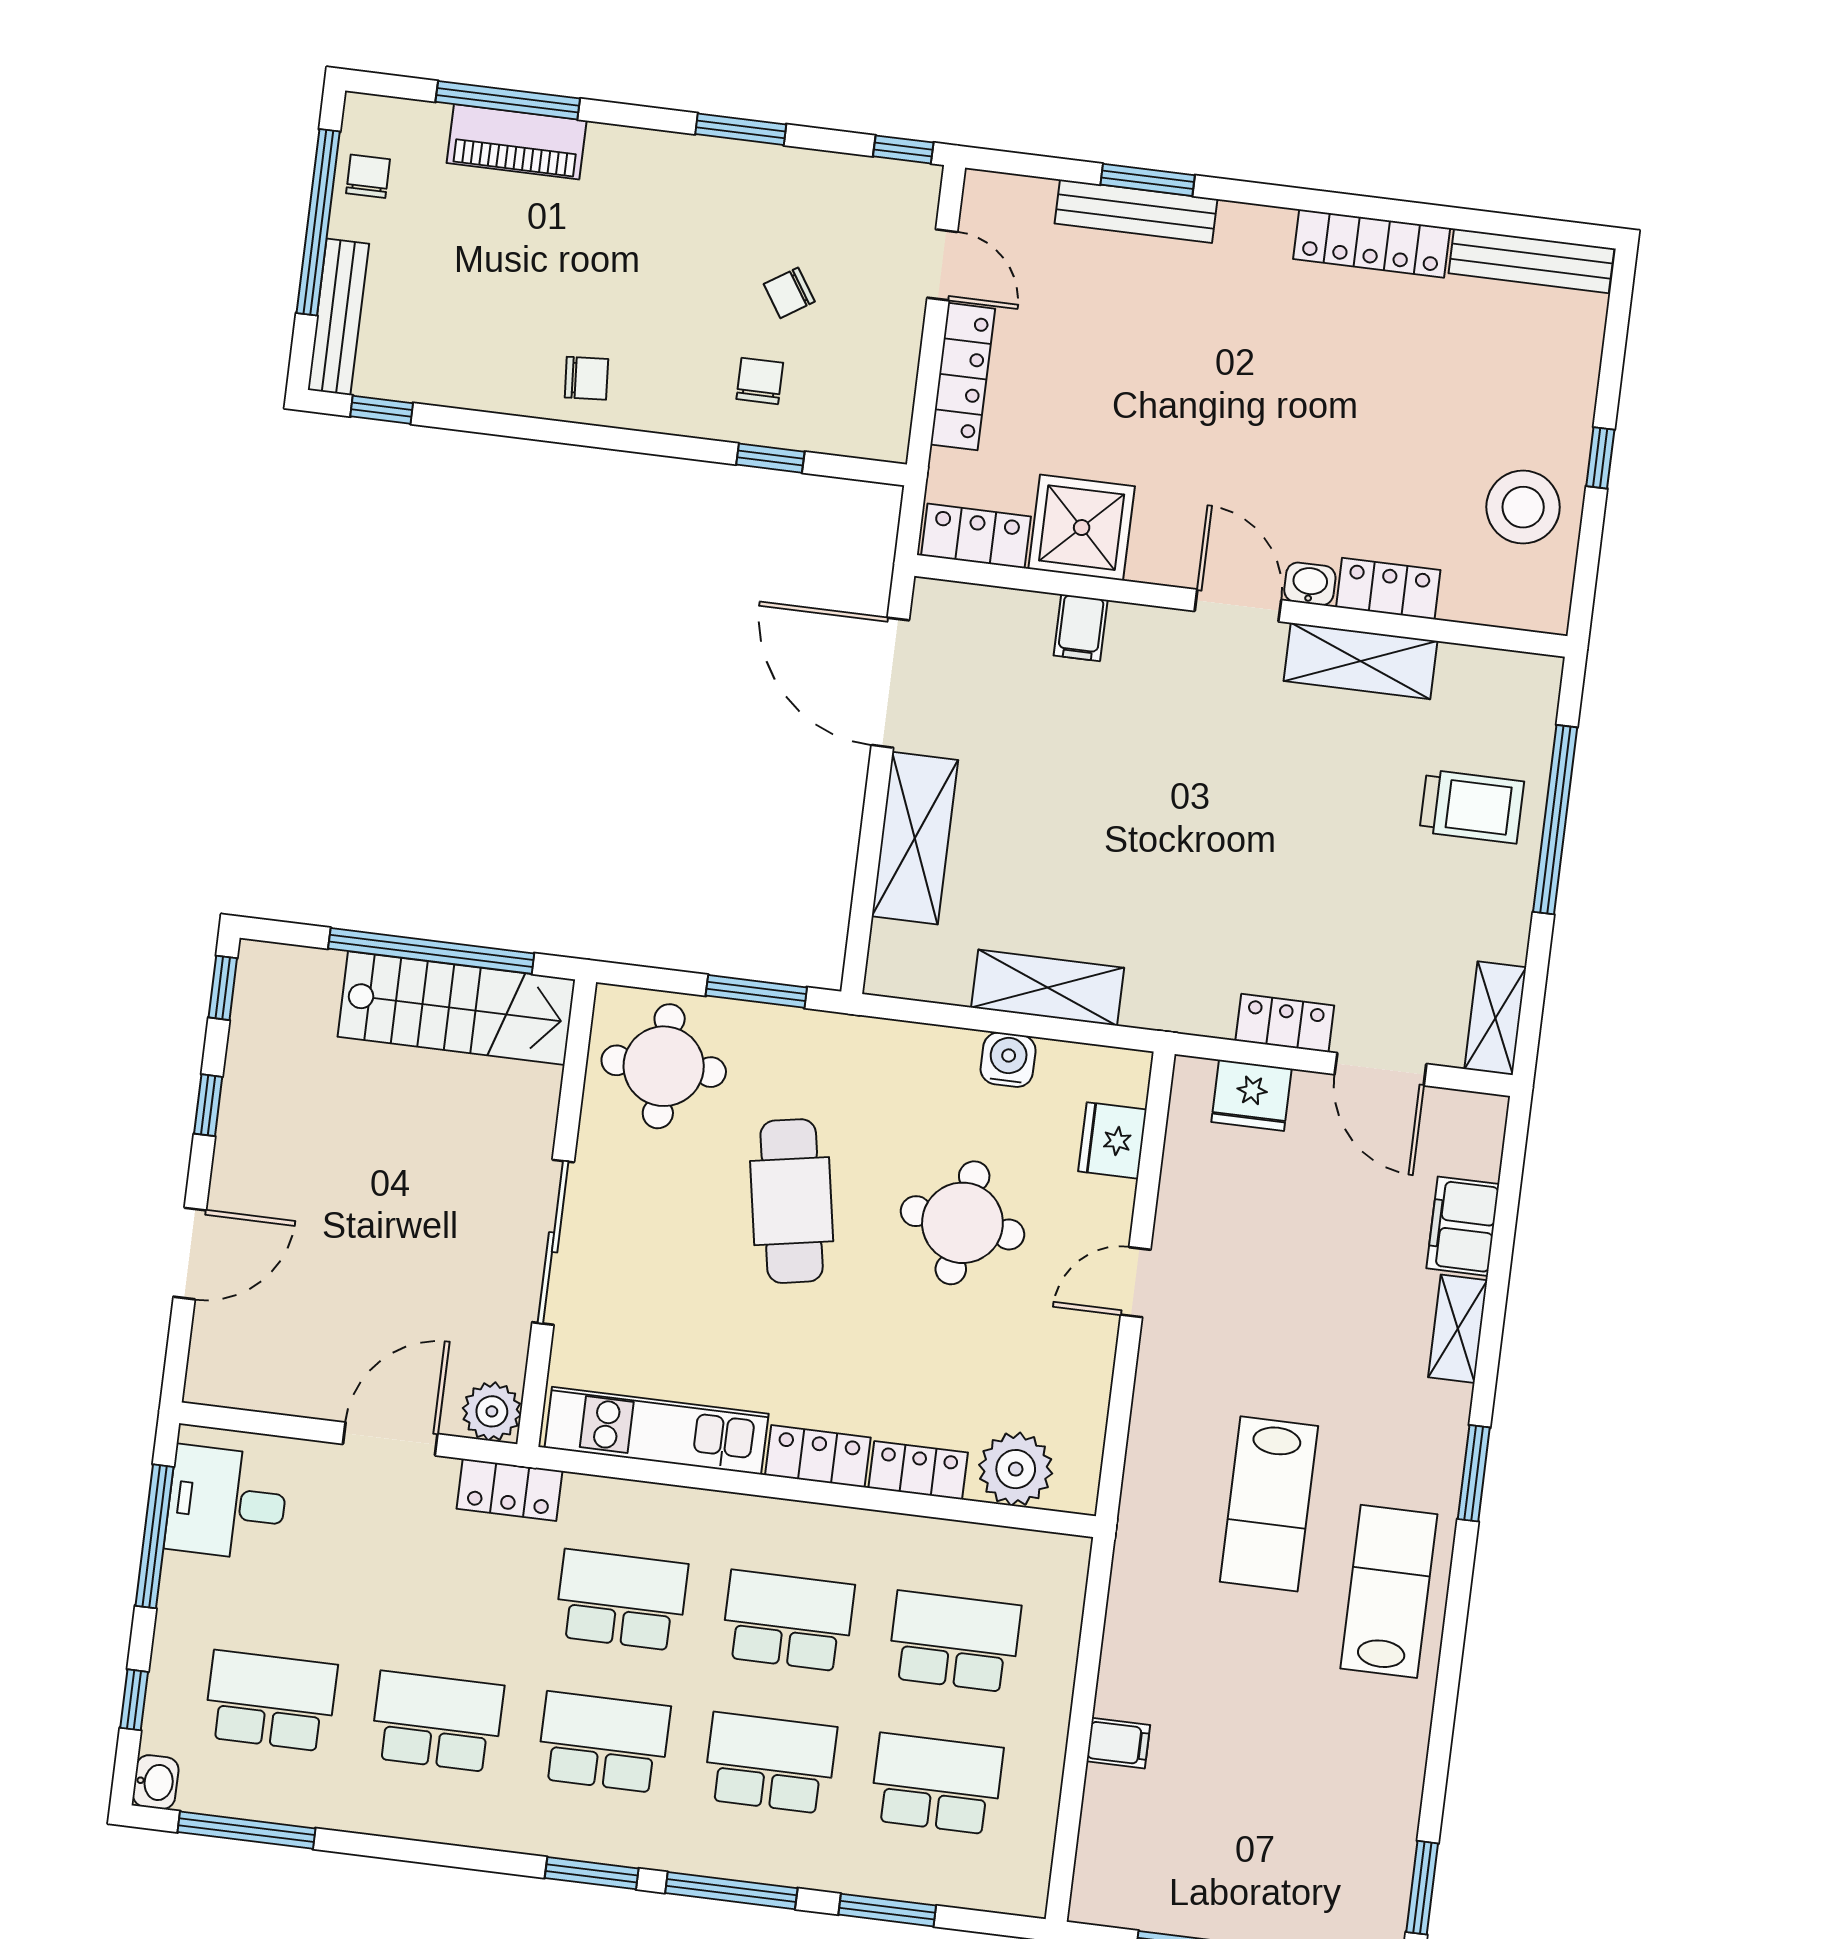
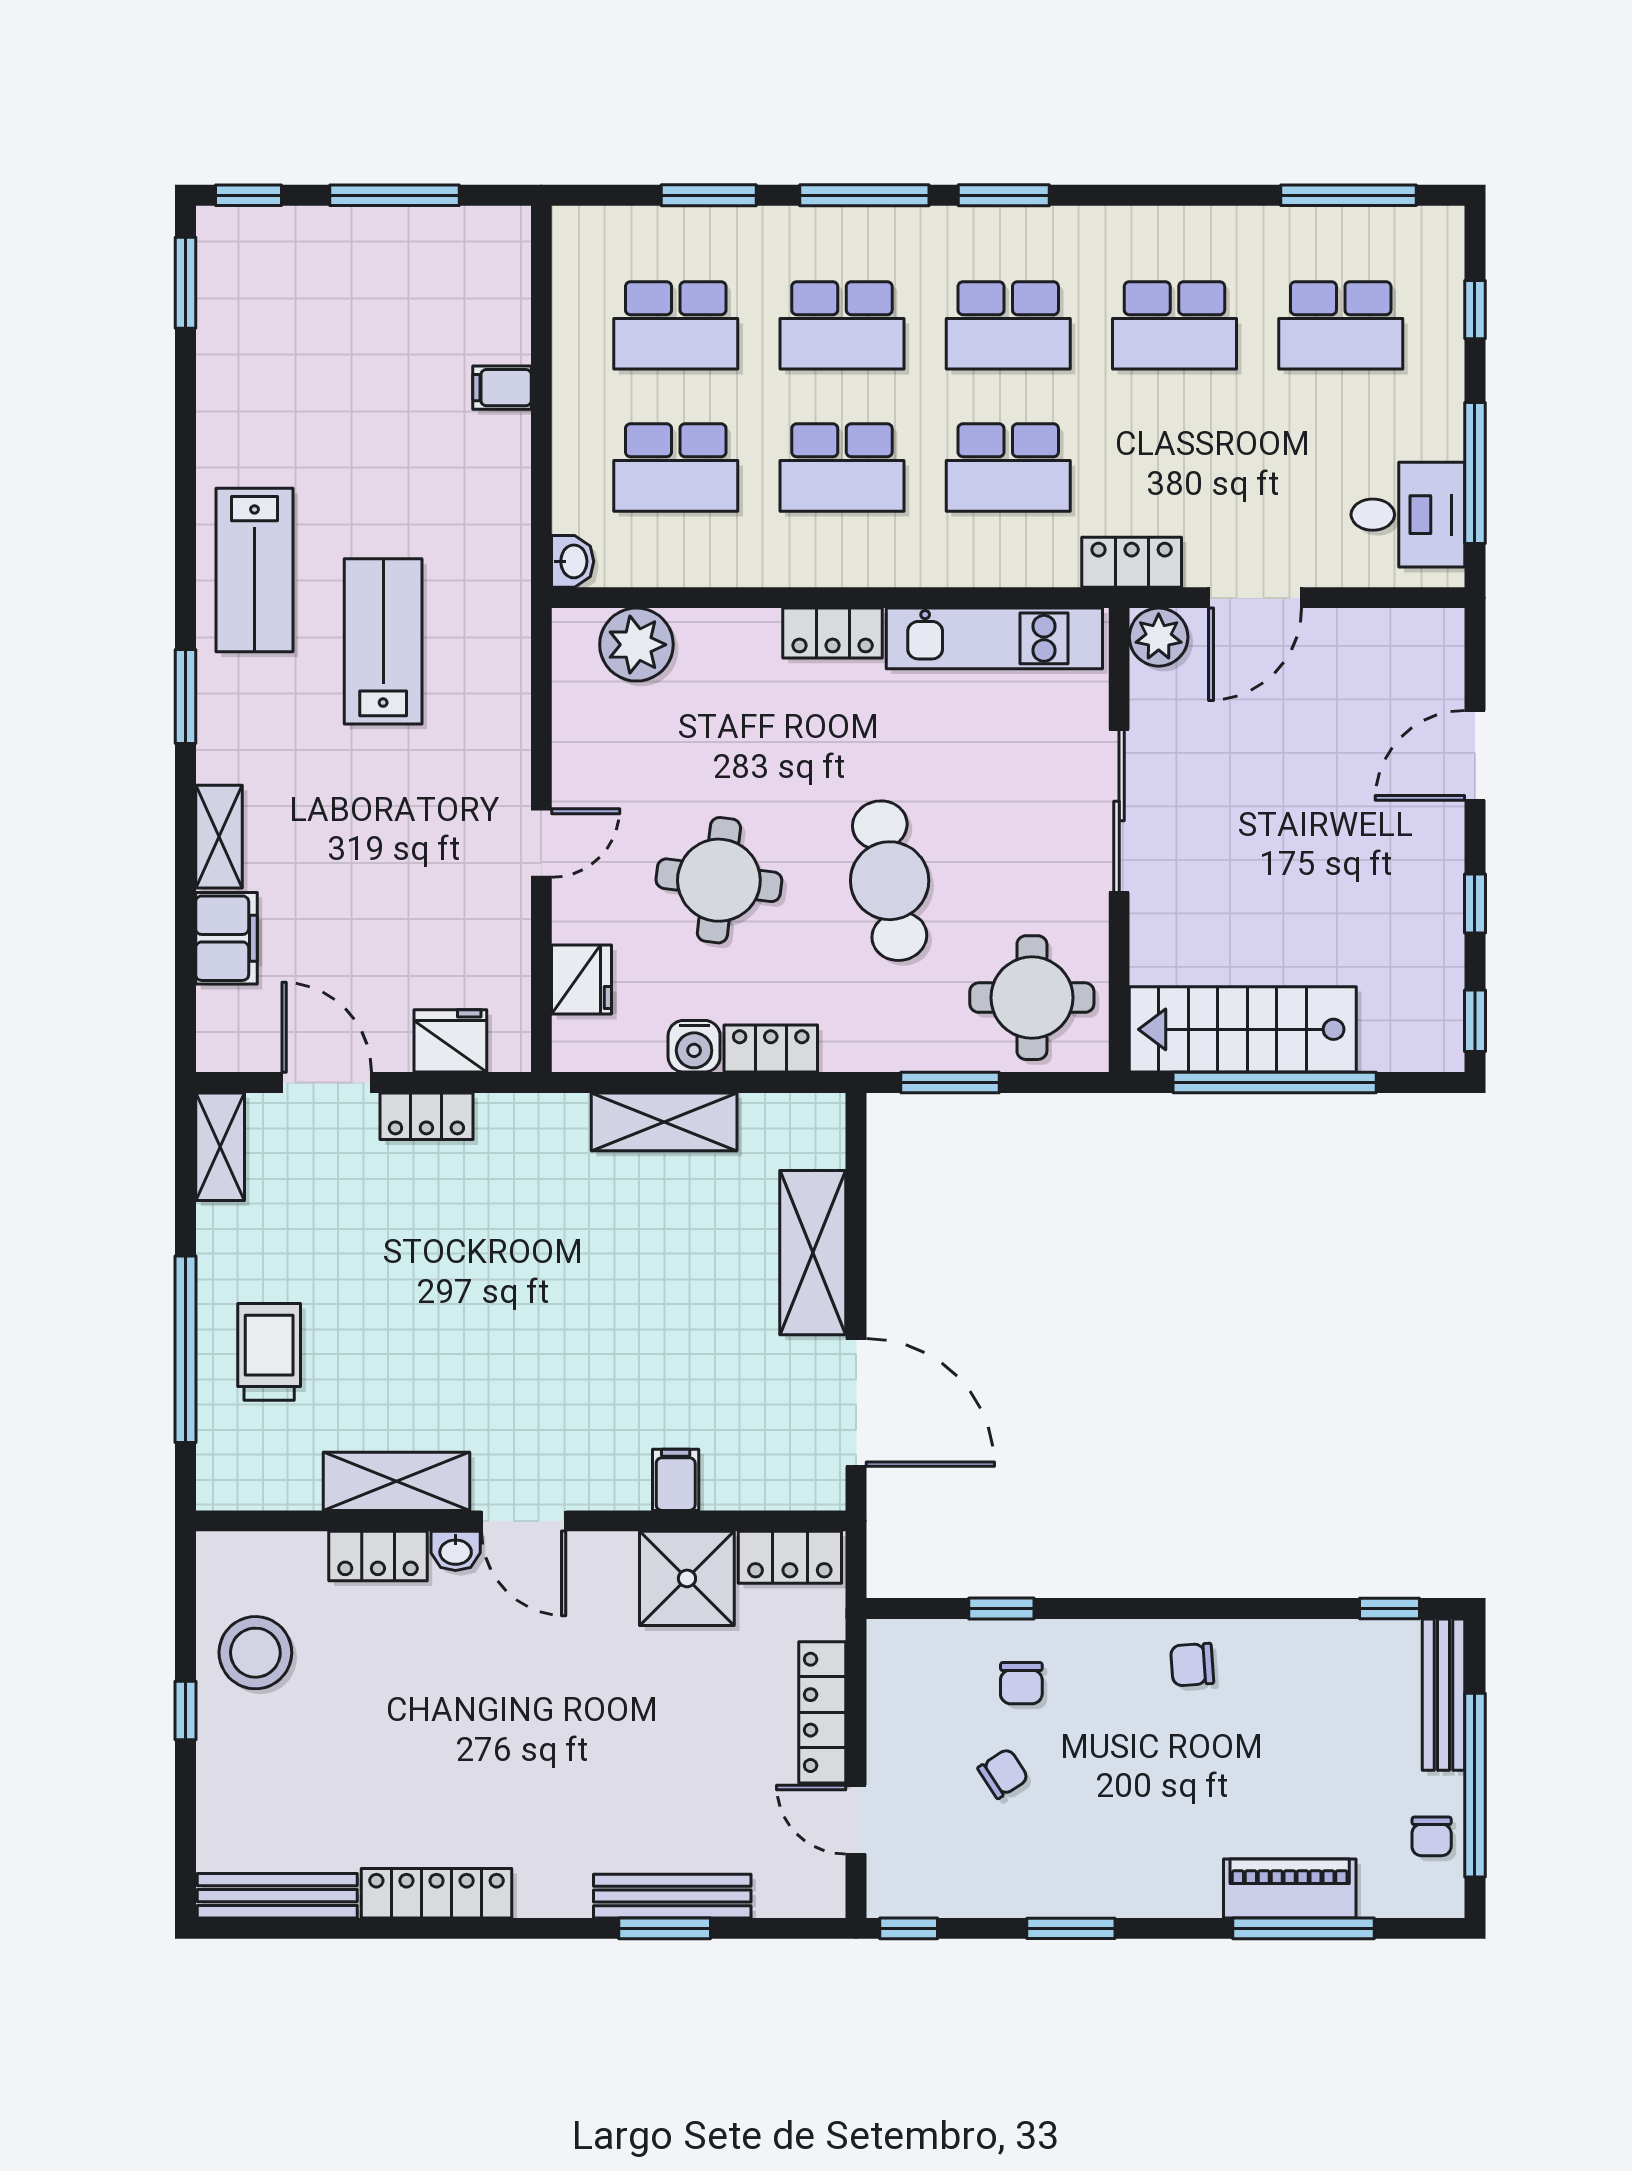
trolley: (1472, 807) -> (269, 1352), turned 90
locker: (918, 1470) -> (771, 1049), moved, turned 180
washbasin: (156, 1782) -> (573, 561), moved, turned 180

